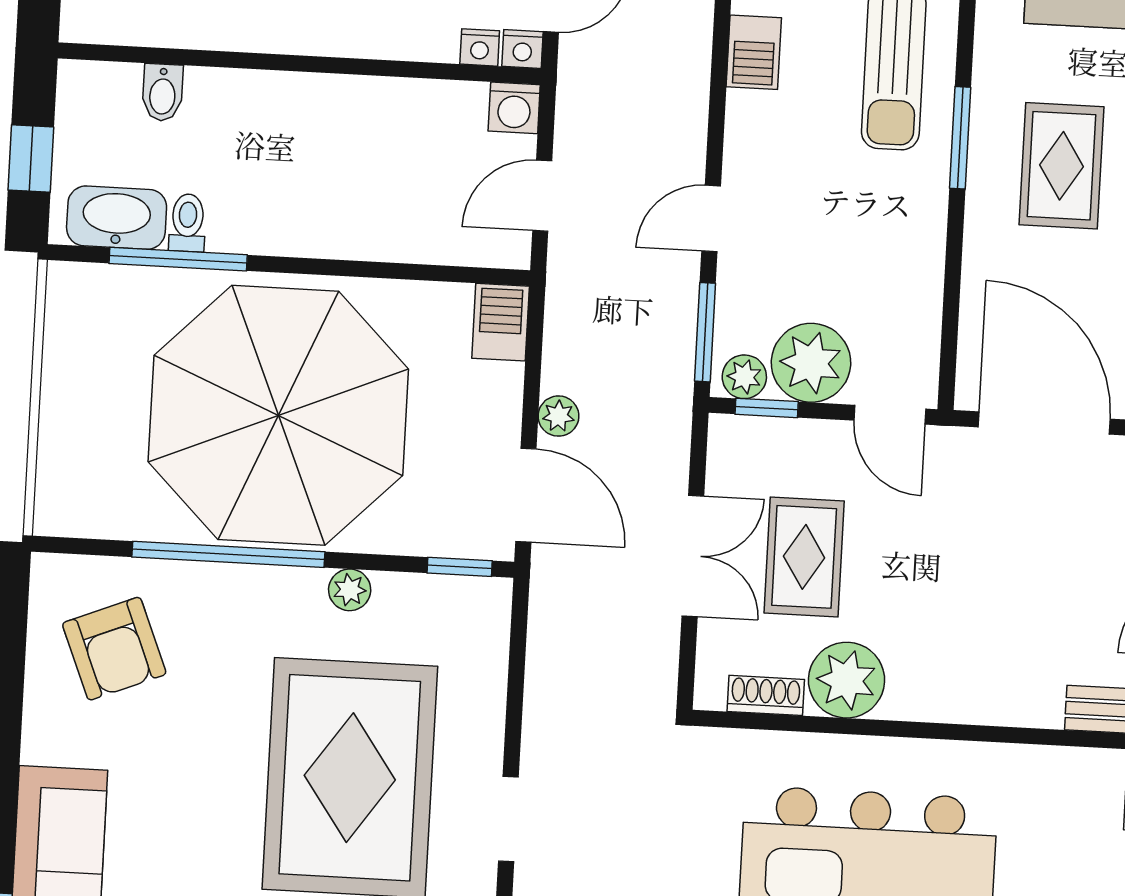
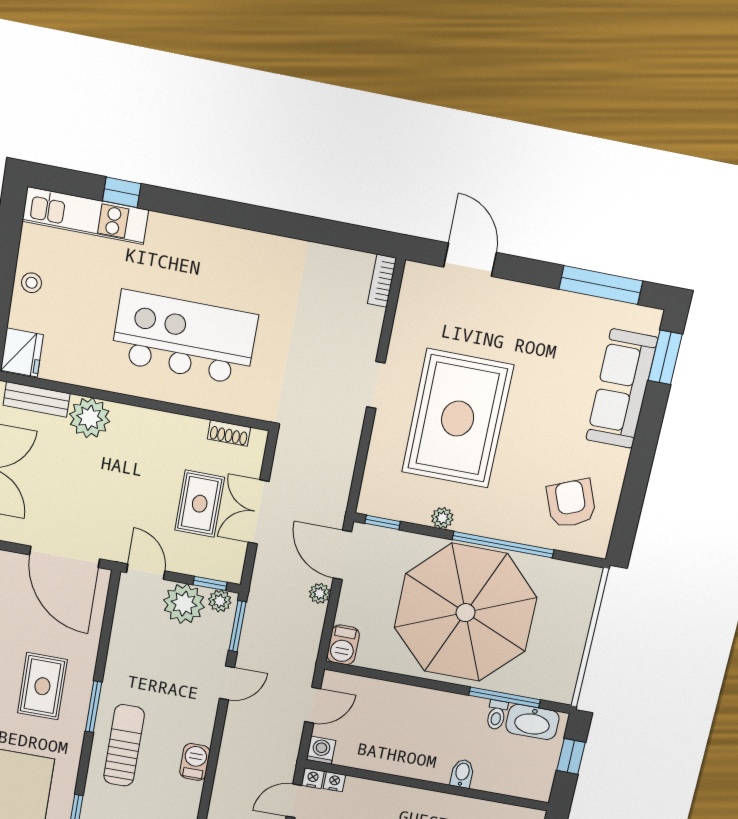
bidet: (163, 93) -> (462, 773), moved
plant: (846, 680) -> (90, 418), moved

